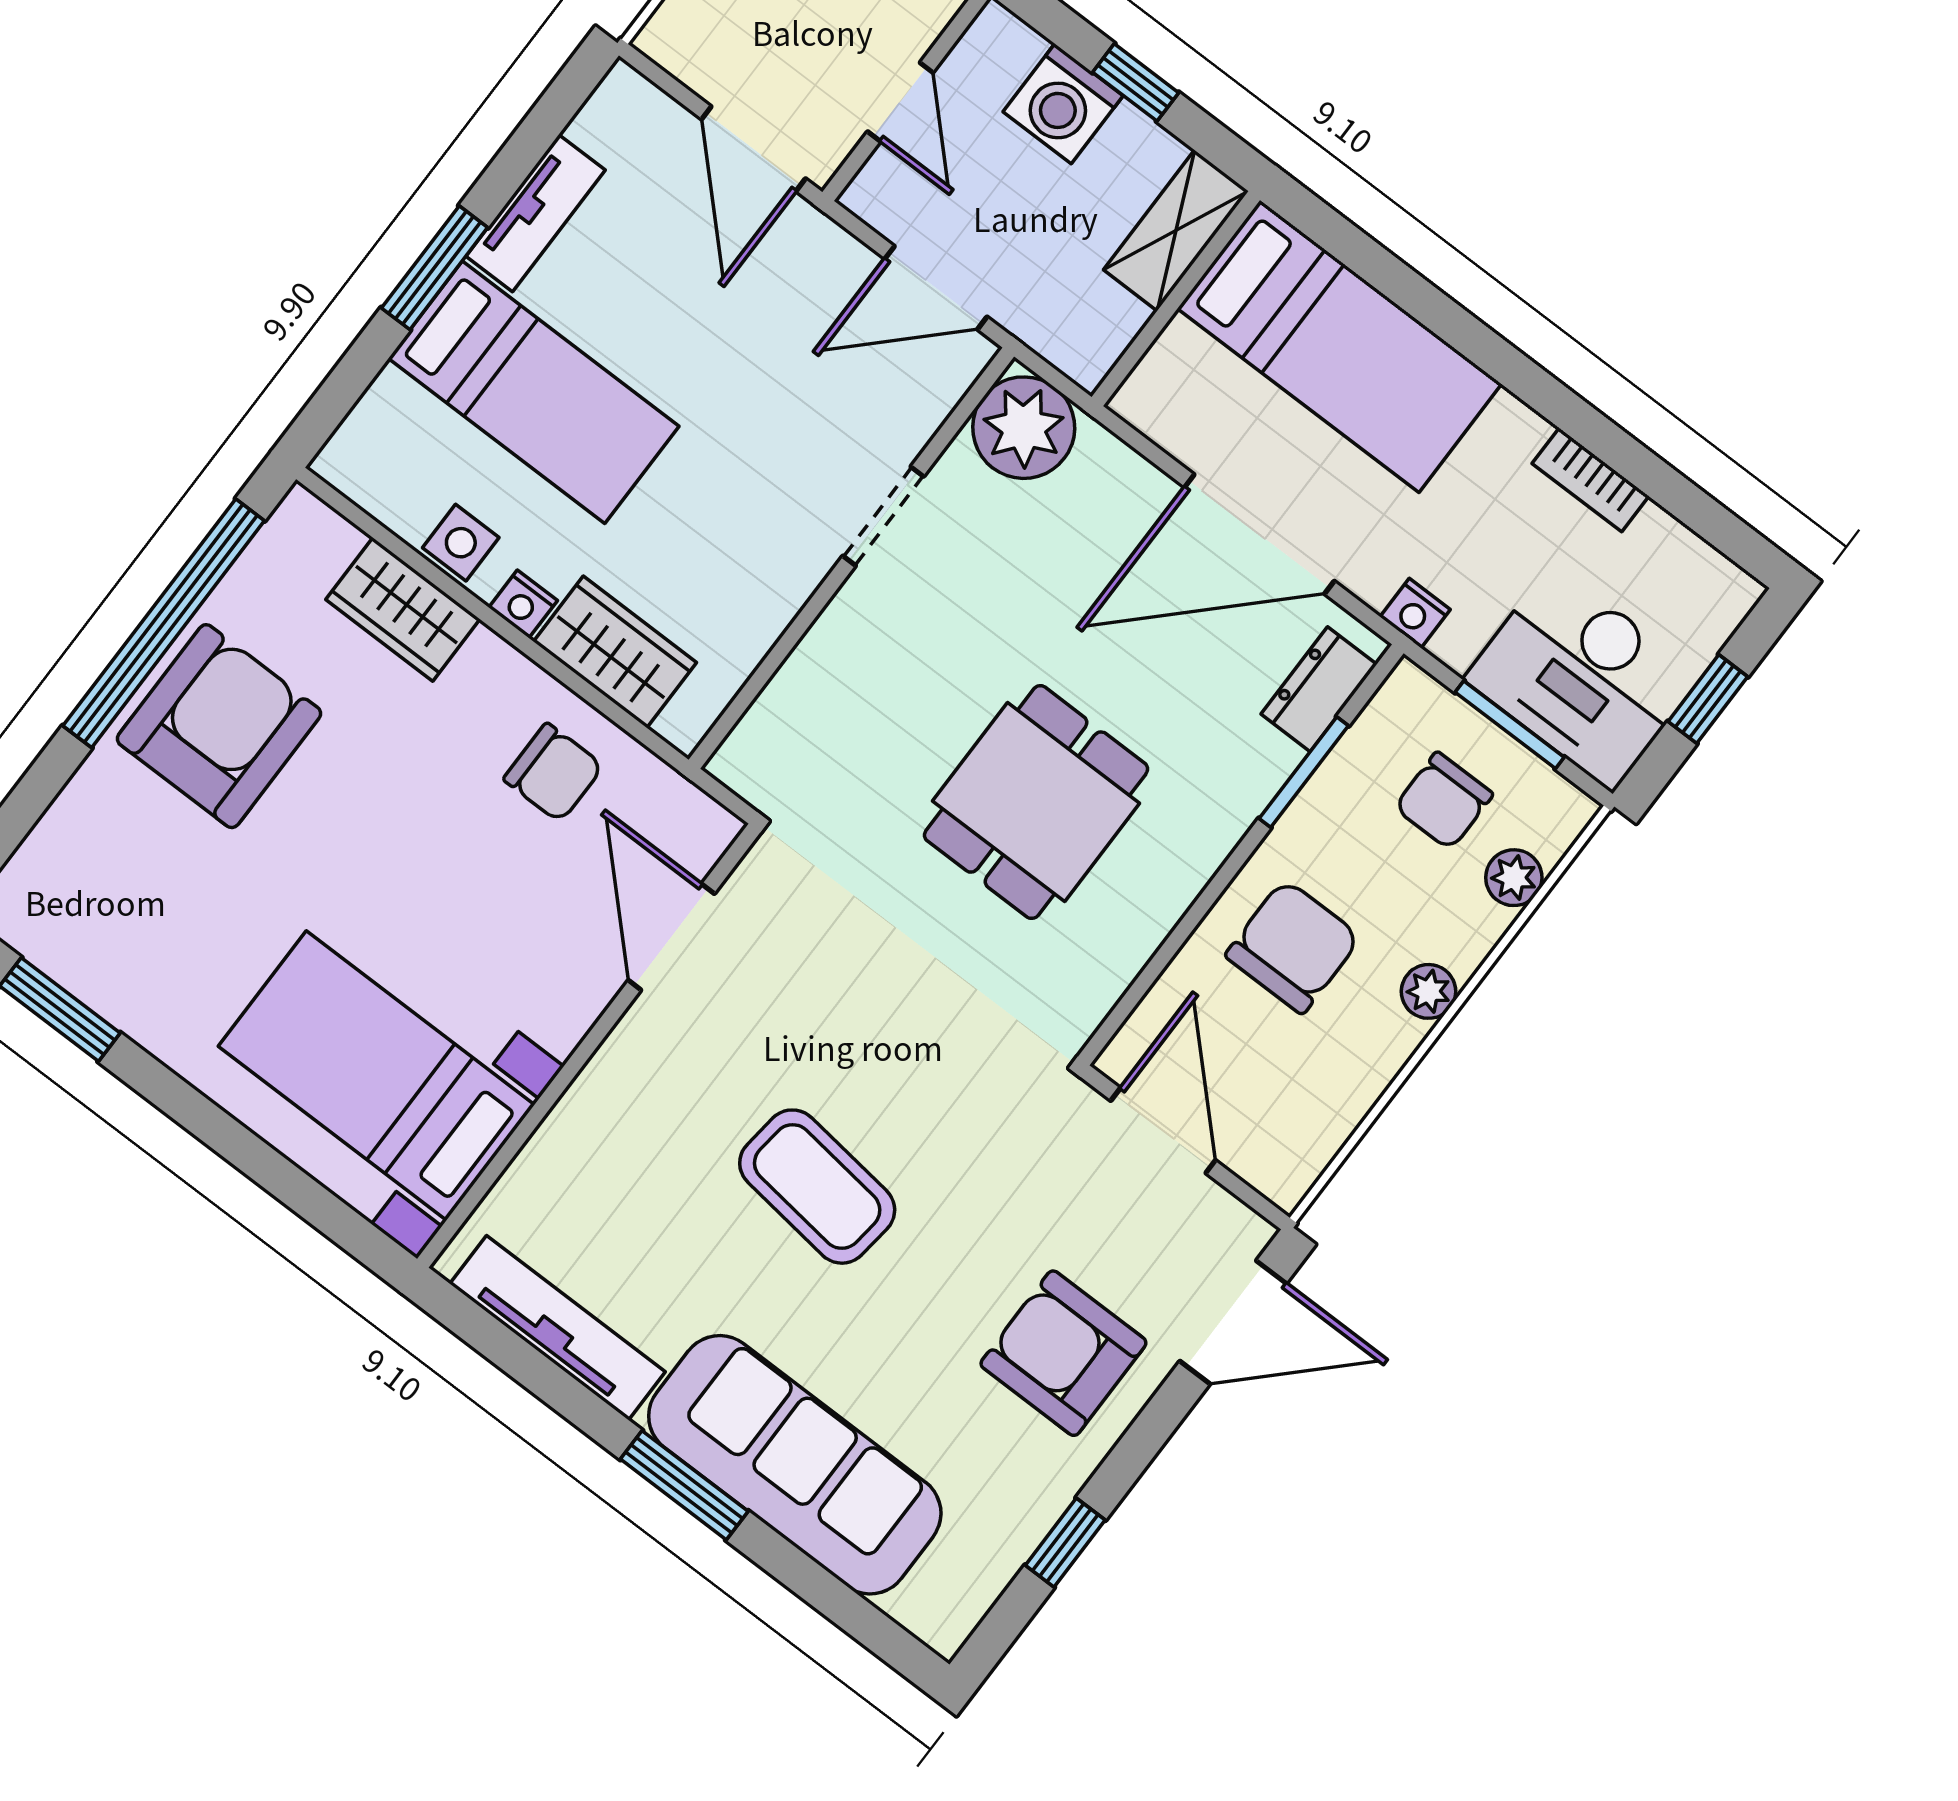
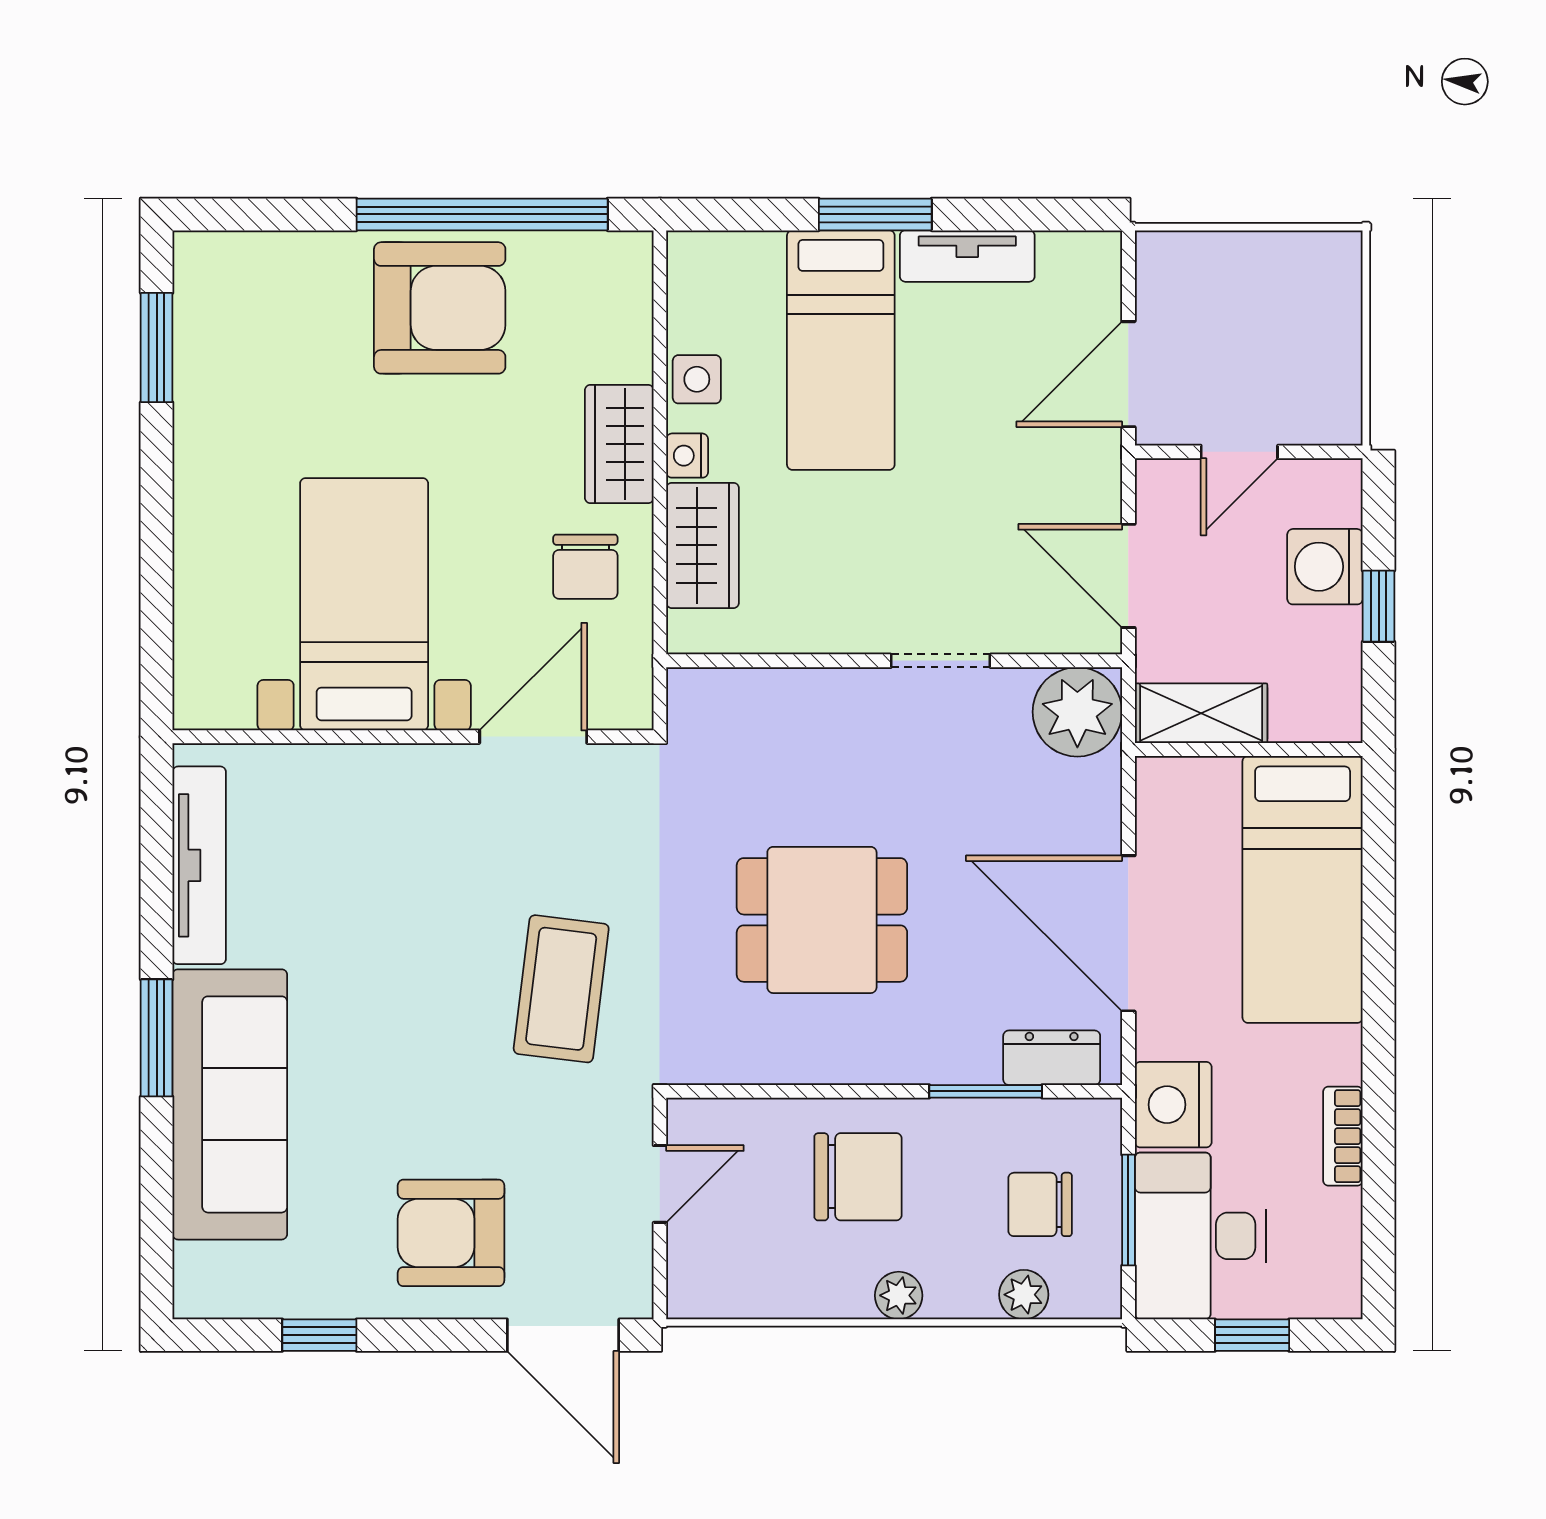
shelving: (1176, 231) -> (1201, 713), moved
wardrobe: (403, 609) -> (619, 444), moved
nightstand: (1415, 613) -> (1173, 1105), width x1.89, depth x1.79
bed with nightstands: (376, 1076) -> (364, 604), moved
door: (1163, 1130) -> (660, 1184), width x0.73
coffee table: (817, 1187) -> (561, 989), moved
armchair: (1063, 1353) -> (451, 1233), turned -90

